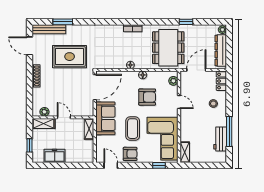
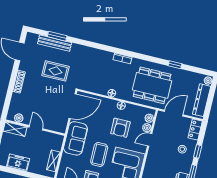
bench: (49, 29) -> (55, 43), moved
dining table: (168, 48) -> (152, 85), turned 90
rug: (70, 57) -> (55, 71), width x0.73, depth x0.70
plant: (173, 91) -> (147, 128), added
armchair: (147, 97) -> (120, 128), turned 90
door: (179, 102) -> (150, 140), swing flipped
window: (229, 102) -> (198, 151), added
shelving: (89, 129) -> (53, 161), moved

